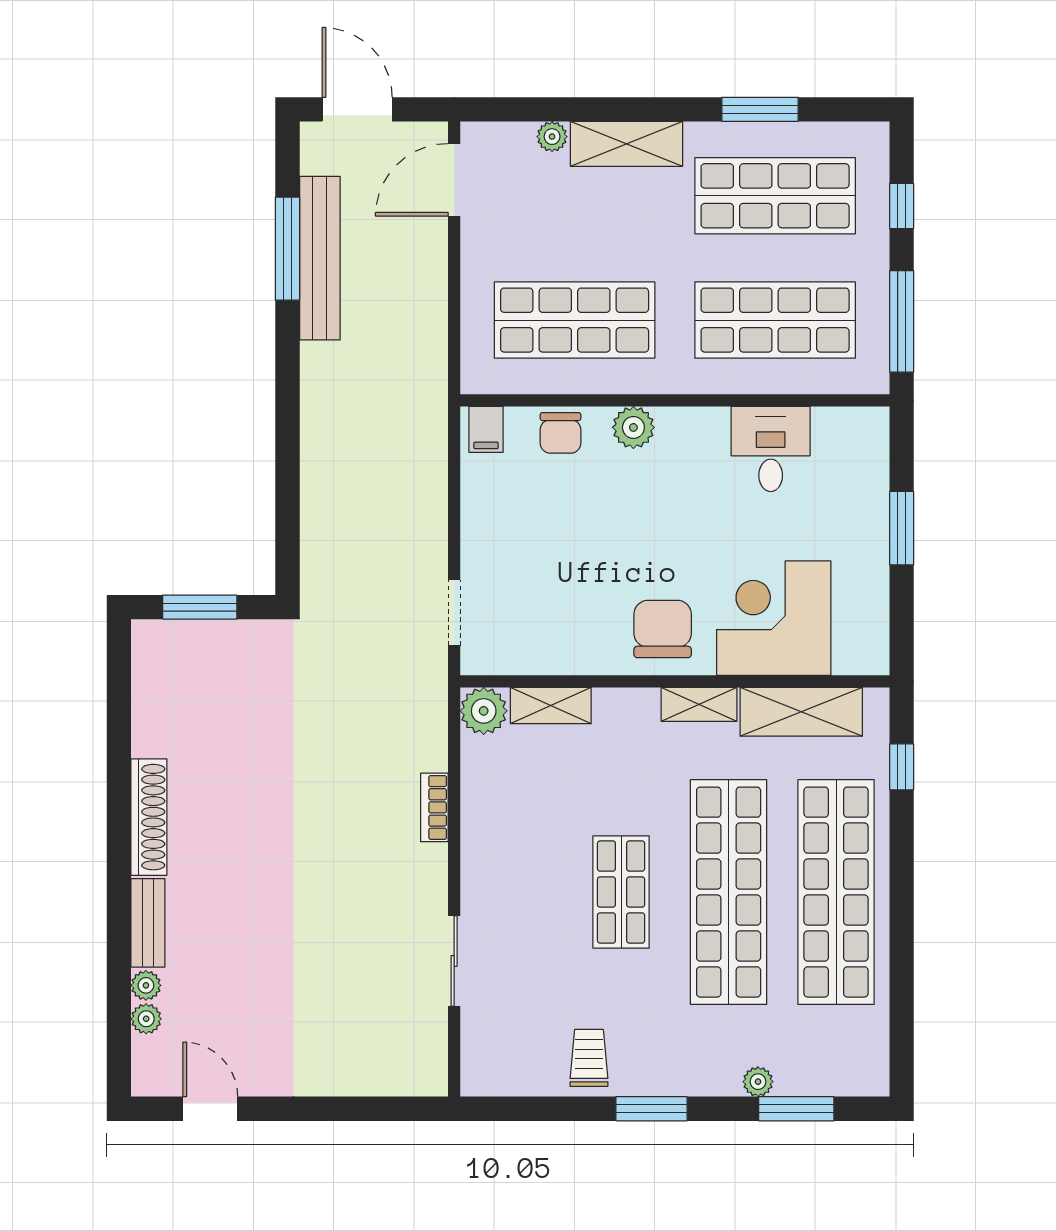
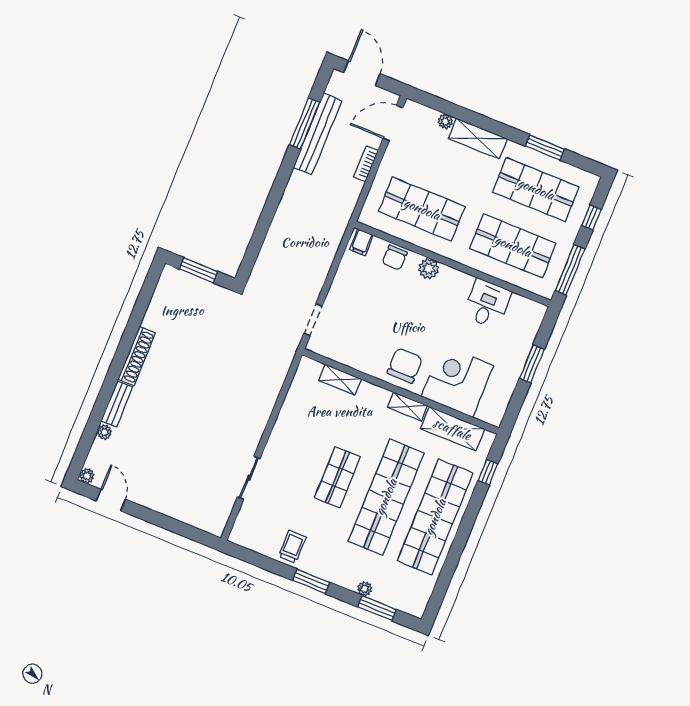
plant: (484, 711) -> (308, 370), removed
bookcase: (434, 807) -> (366, 164), moved
plant: (146, 1019) -> (87, 476), moved

